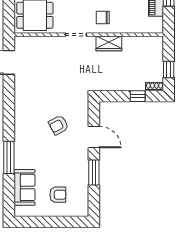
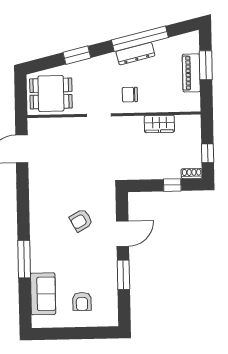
wardrobe: (109, 43) -> (159, 124), moved
door: (94, 137) -> (123, 234), hinge flipped
armchair: (58, 195) -> (82, 301), turned 90

